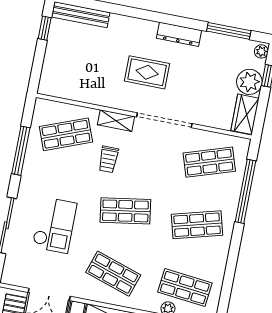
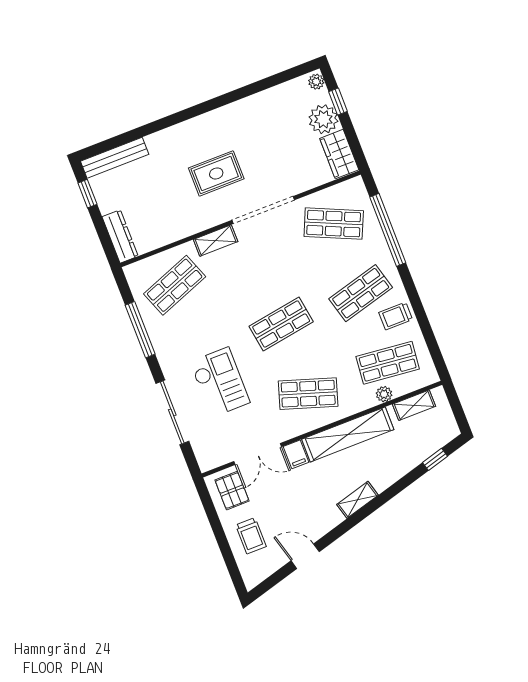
window: (229, 31) -> (271, 82), removed
dresser: (179, 34) -> (120, 236), moved, turned -90
trolley: (108, 159) -> (396, 316), moved, turned 90
shop shelf: (209, 162) -> (334, 224), turned 42

